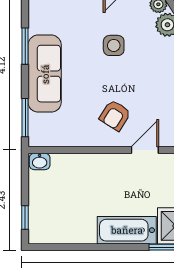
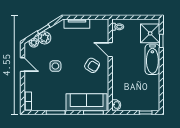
sofa: (45, 74) -> (87, 102), moved

